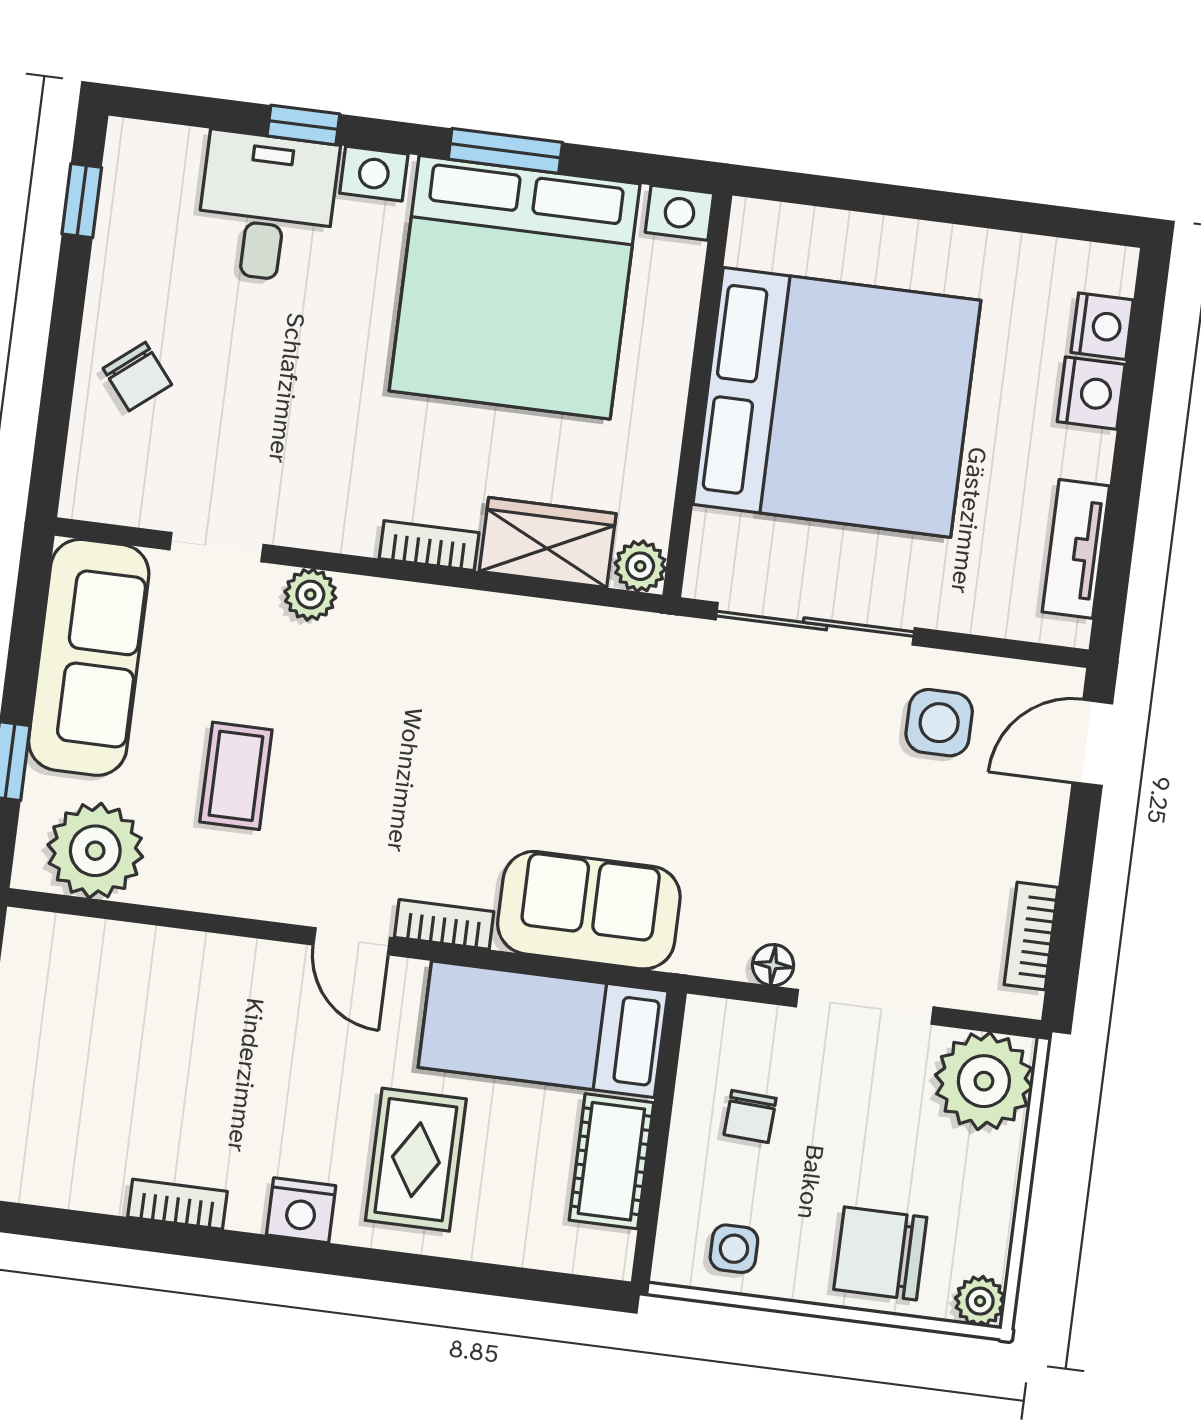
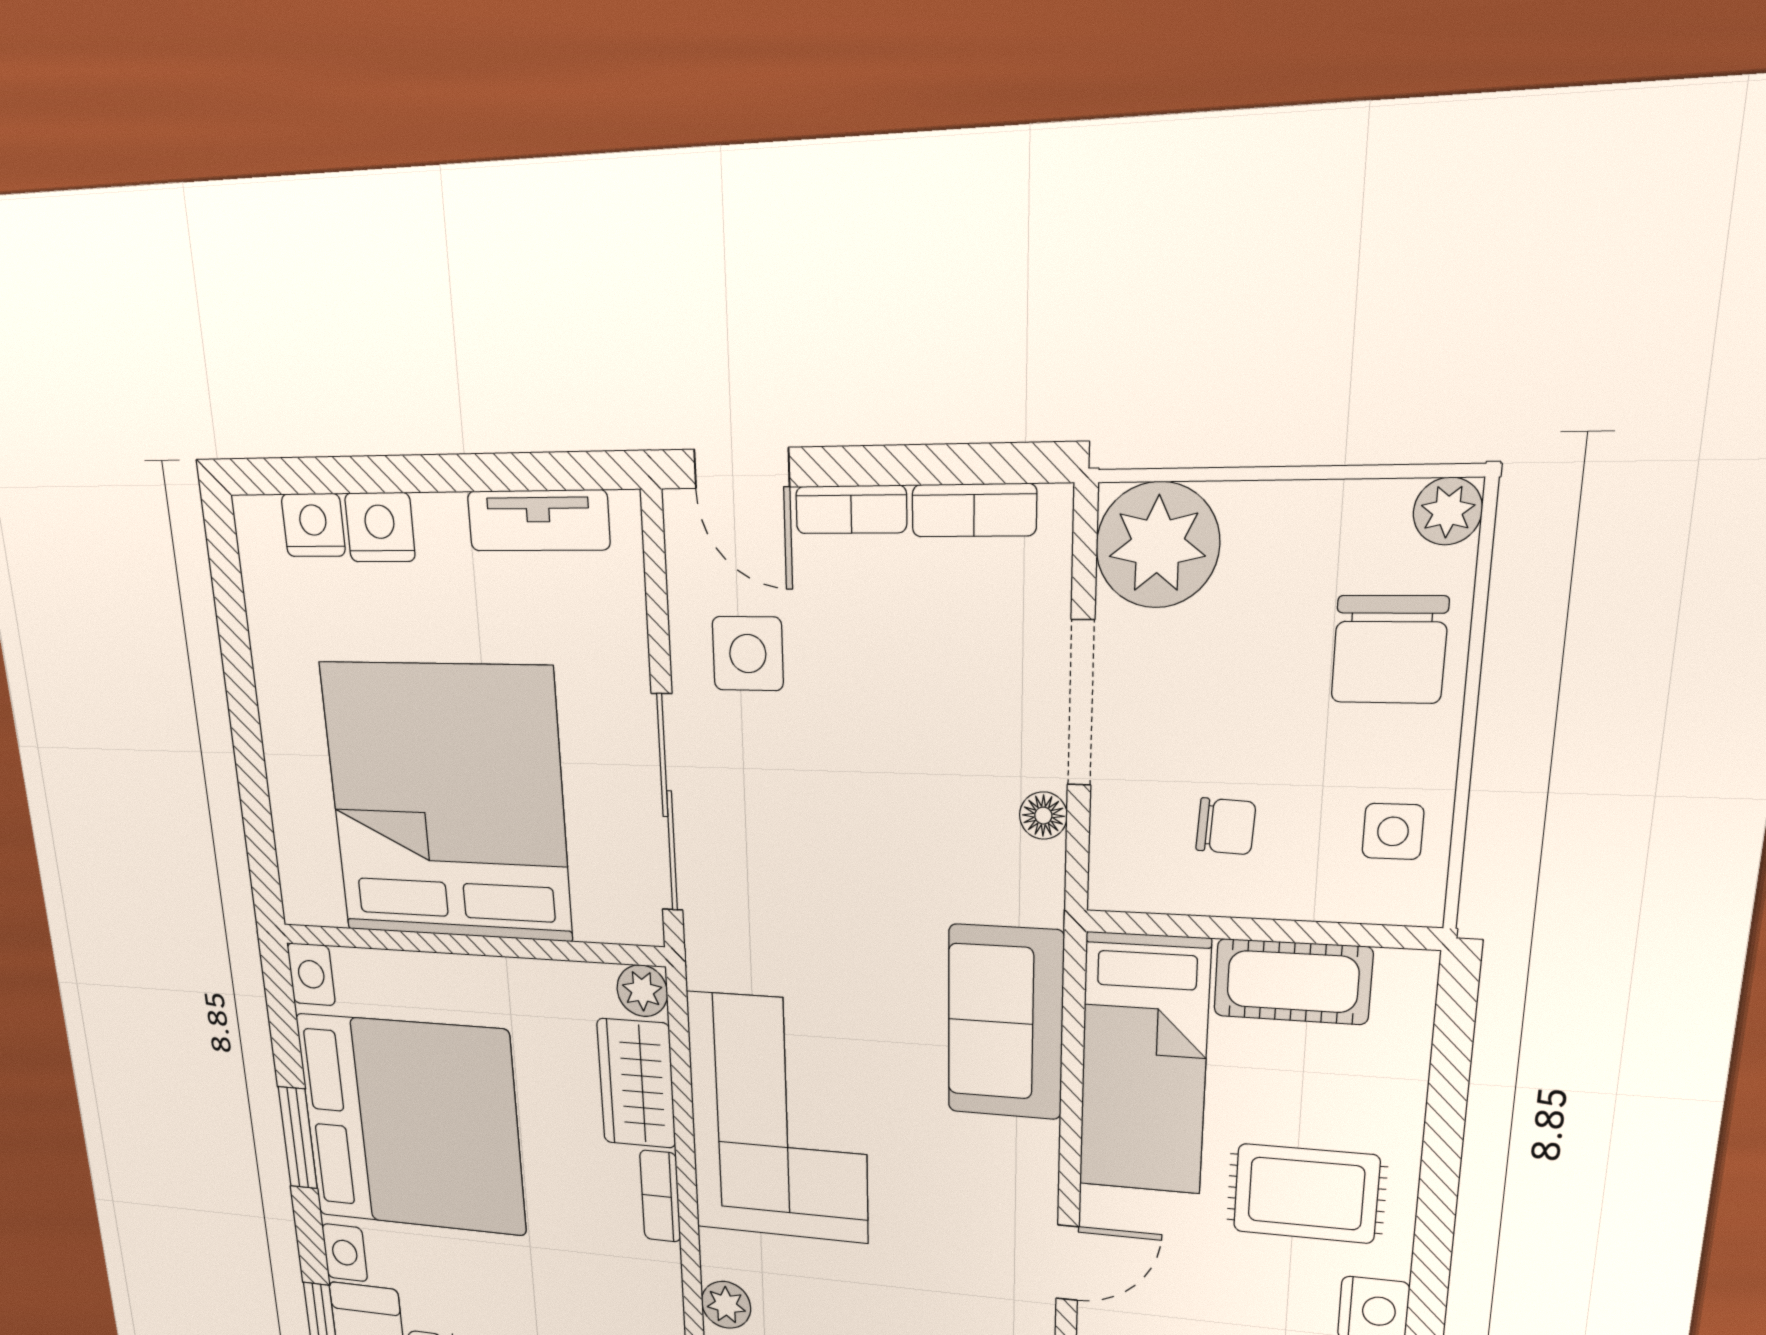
corner sofa: (506, 681) -> (778, 1118), added
bookcase: (444, 924) -> (851, 510), moved, turned -90

